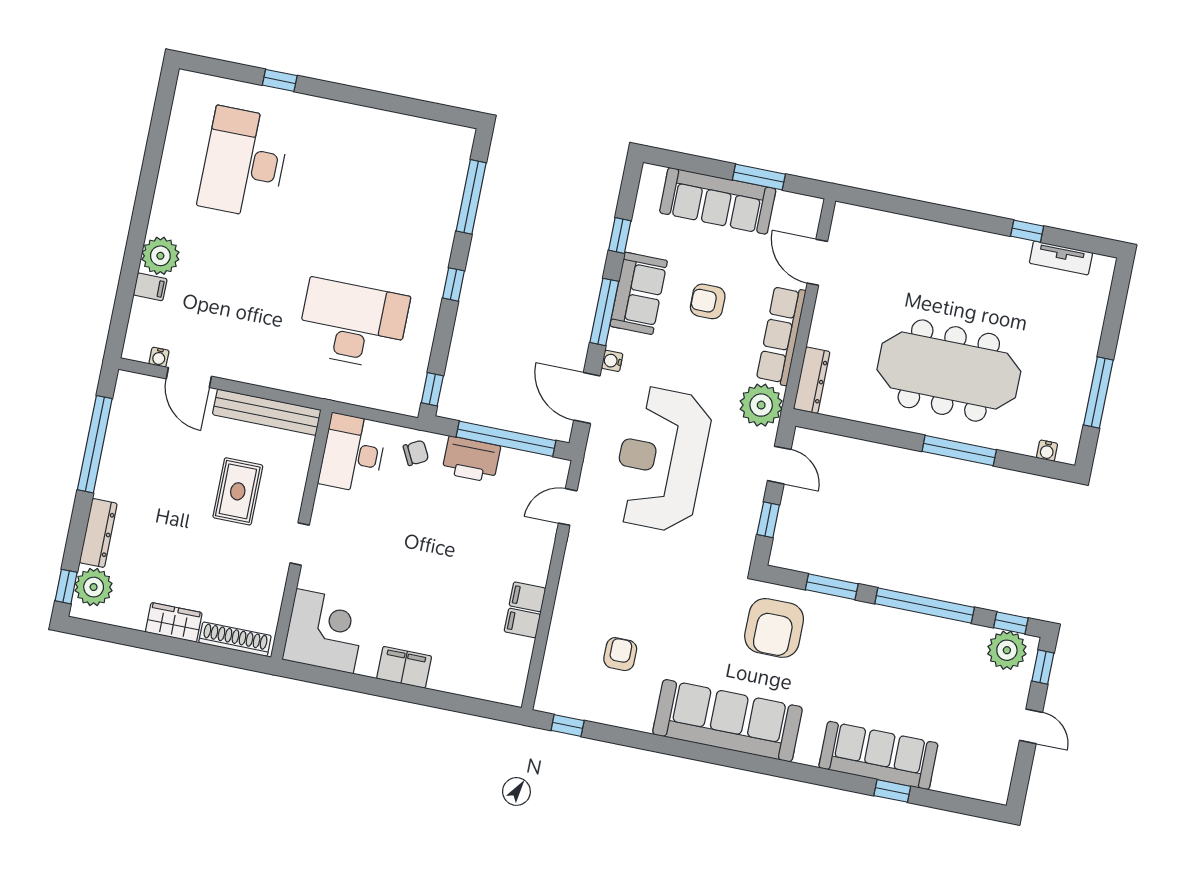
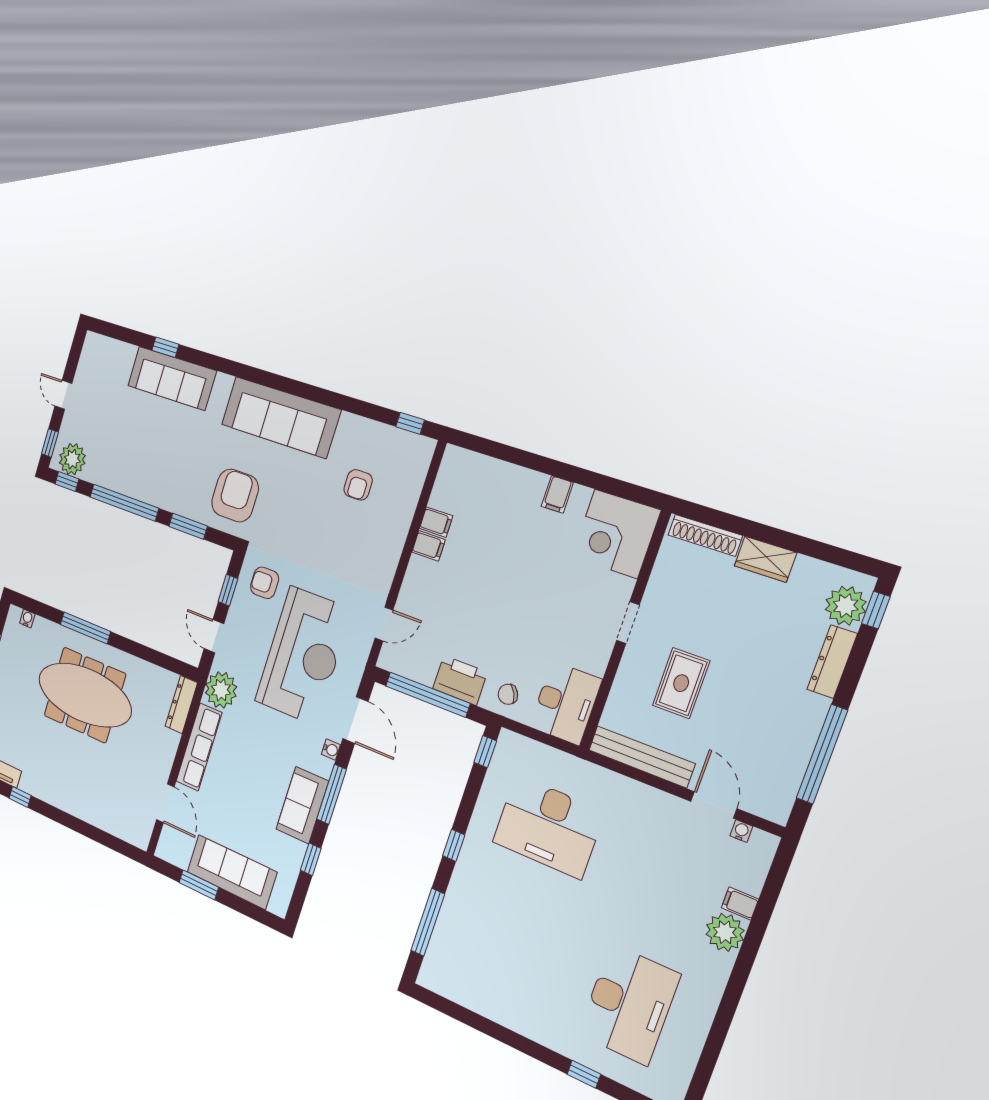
armchair: (708, 301) -> (265, 583), moved, turned 180
filing cabinet: (404, 667) -> (557, 494), width x0.50

